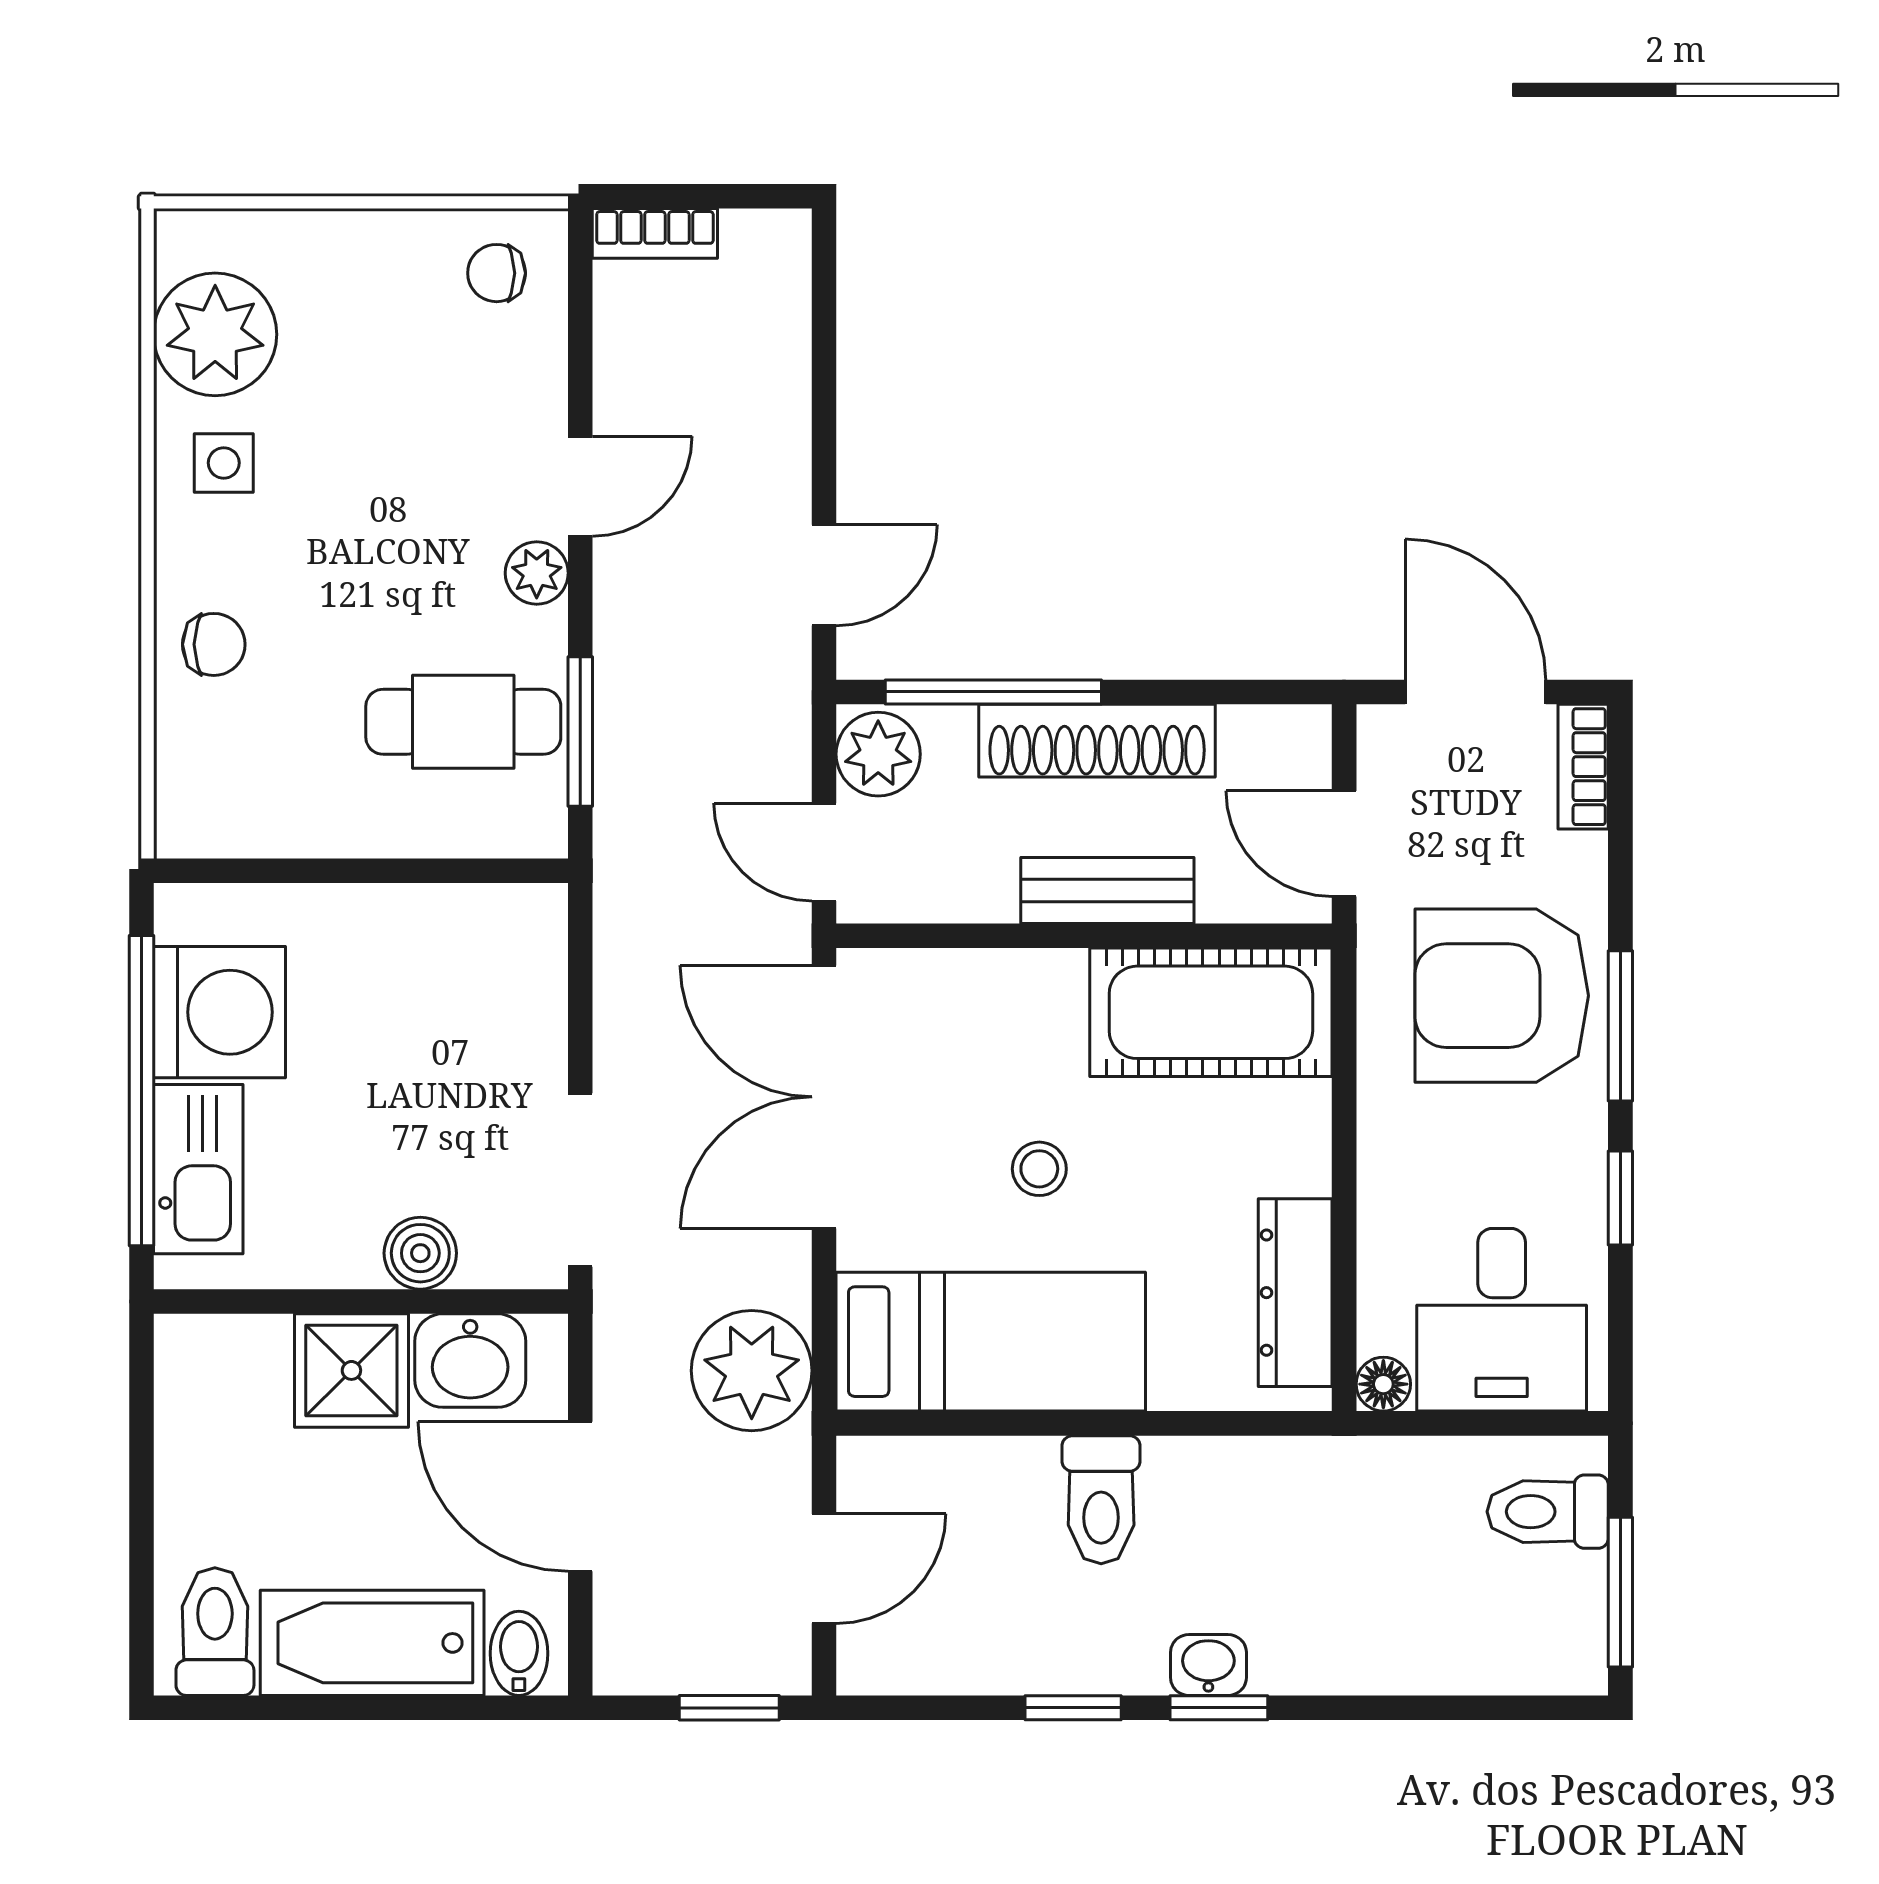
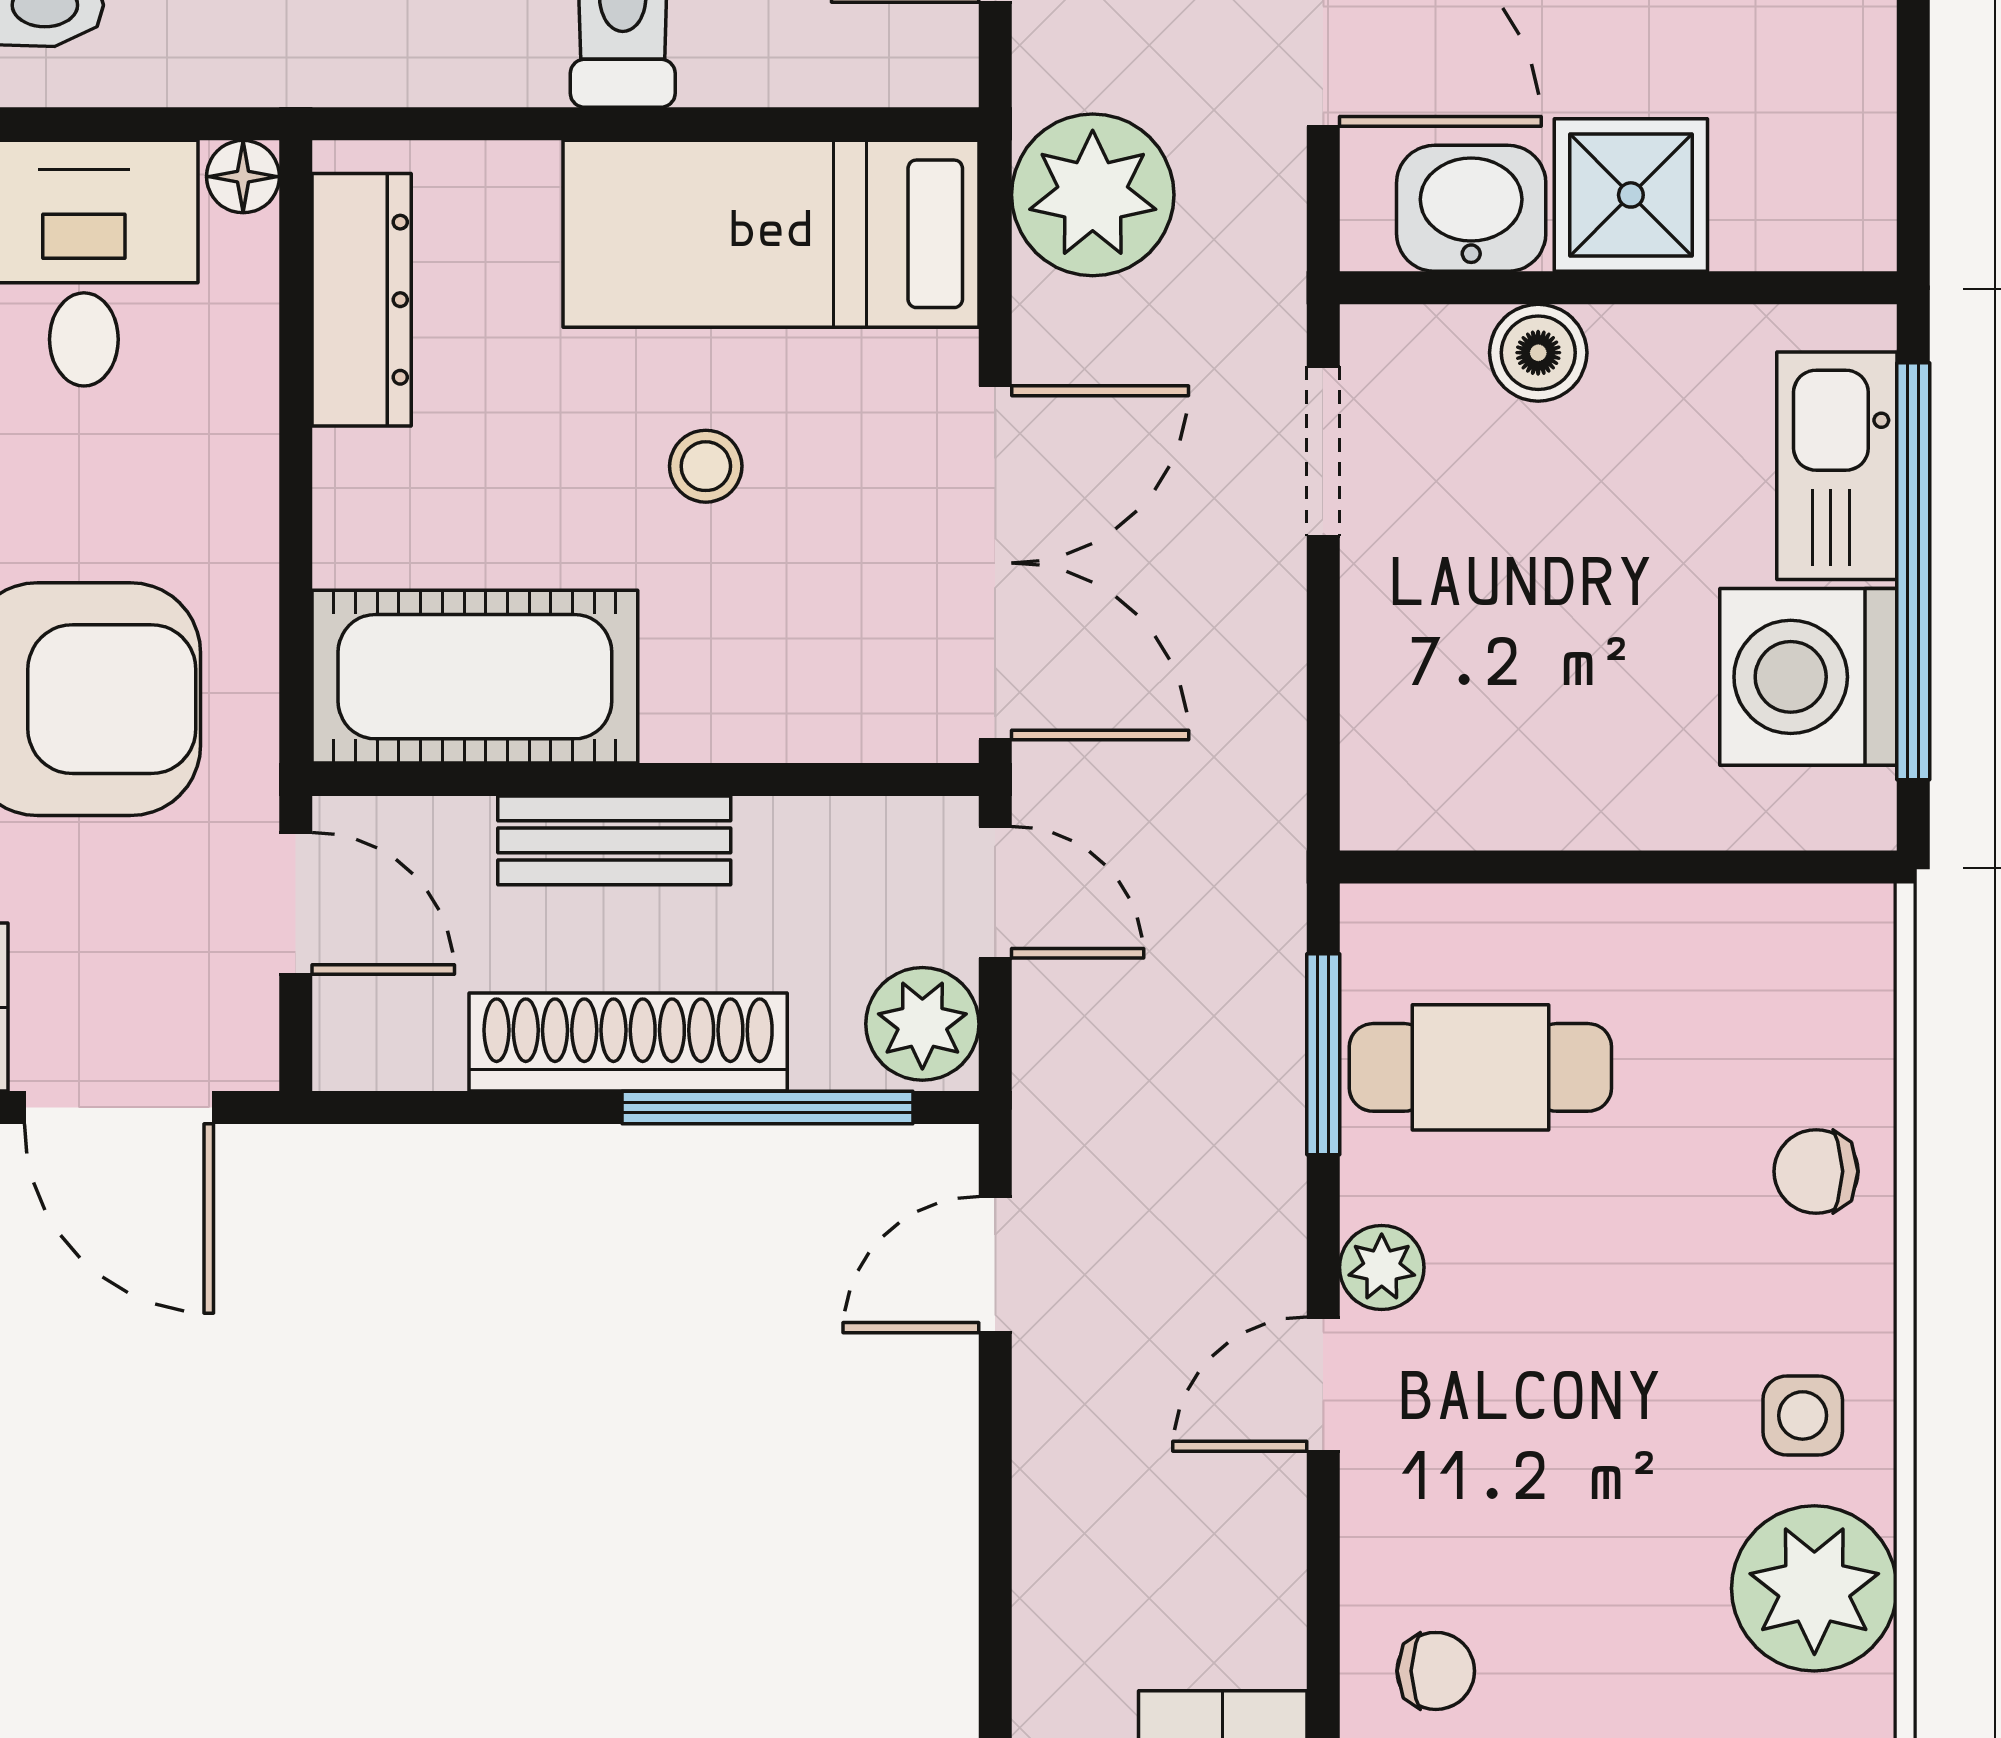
doorway: (580, 1180) -> (1323, 451), width x0.73

